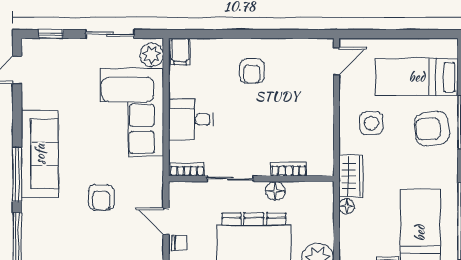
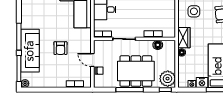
sofa: (40, 154) -> (30, 51), moved
floor lamp: (275, 191) -> (158, 45), moved

